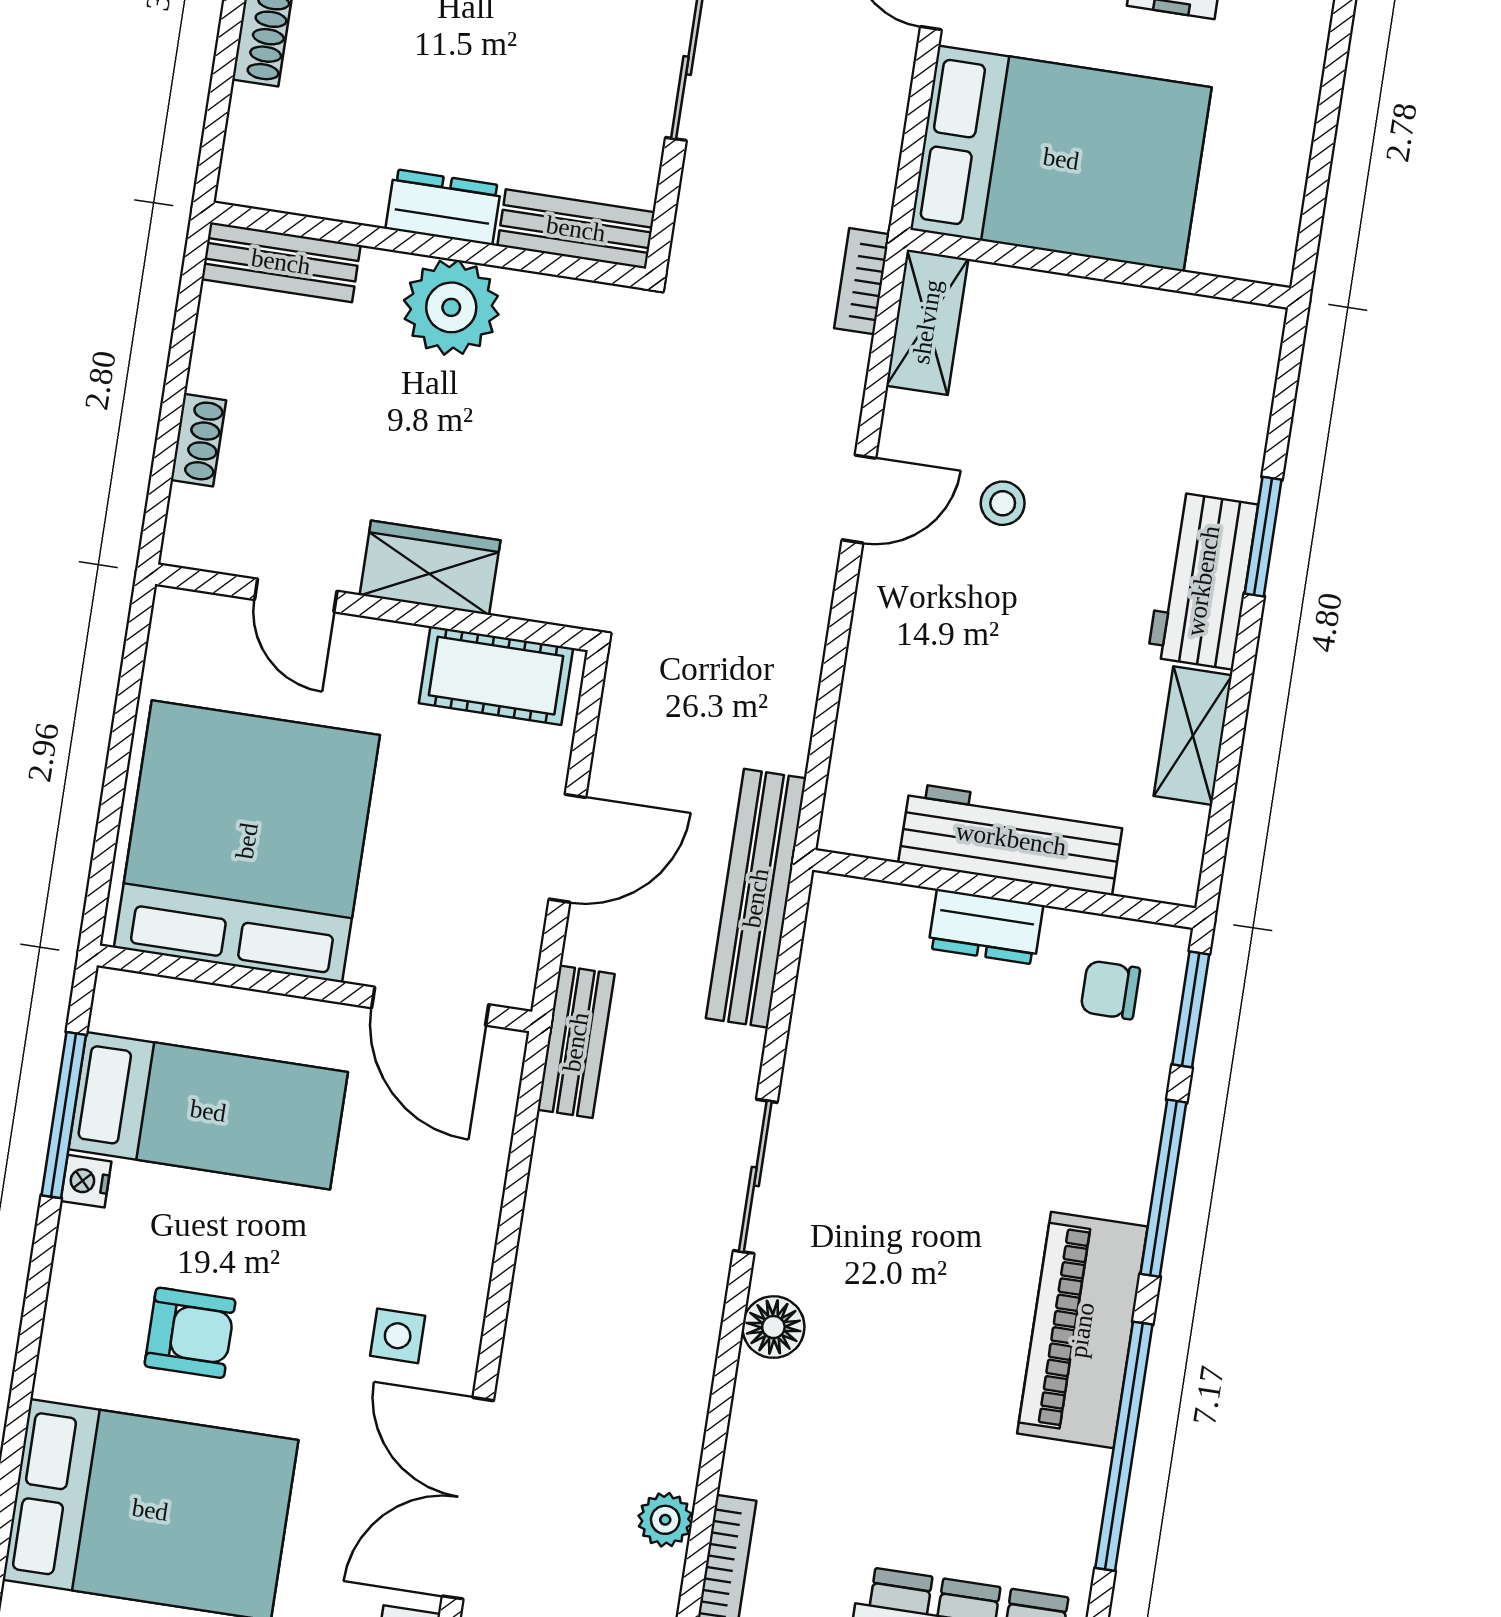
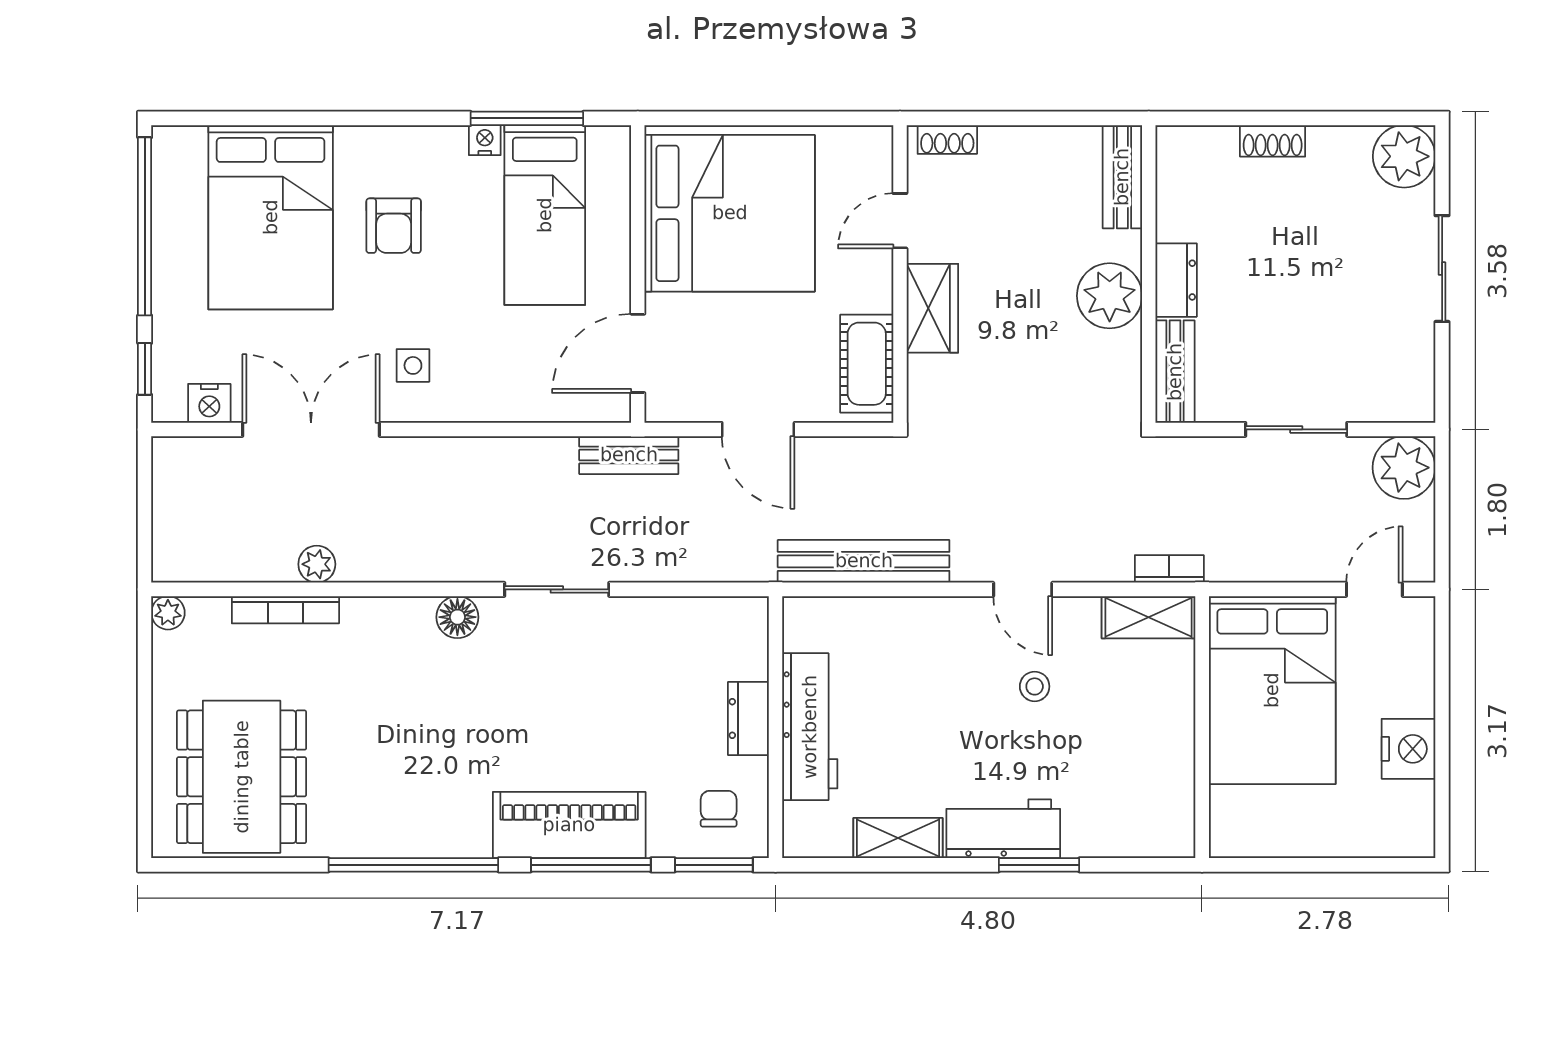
shoe rack: (198, 440) -> (947, 139), moved
bench: (756, 898) -> (864, 561), moved
piano: (1082, 1330) -> (569, 825), moved

